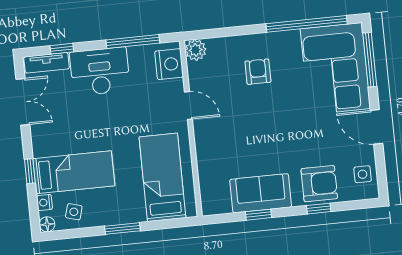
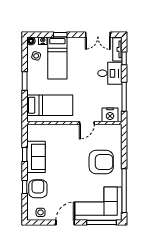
plant: (196, 50) -> (116, 130), removed
desk: (100, 71) -> (110, 73), width x0.73
armchair: (258, 72) -> (101, 162), width x1.88, depth x1.88
armchair: (319, 184) -> (38, 189), turned 180

